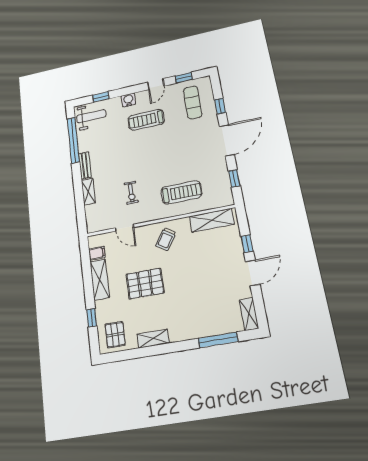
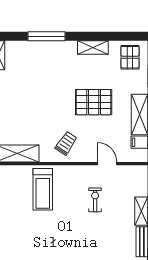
treadmill: (181, 192) -> (43, 189), turned -90
window: (218, 340) -> (47, 36), moved

